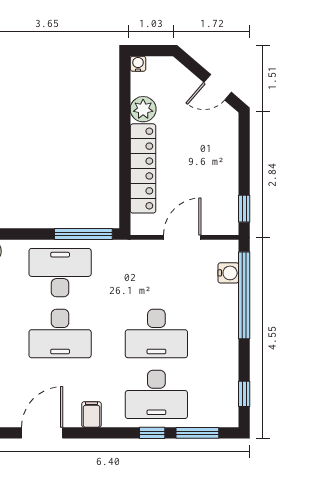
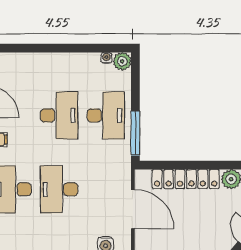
door: (182, 237) -> (133, 209), width x1.36
desk: (60, 333) -> (59, 115), turned 180

